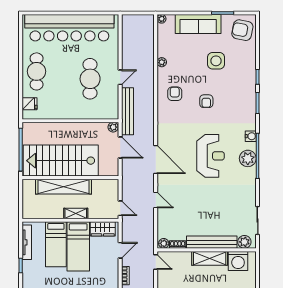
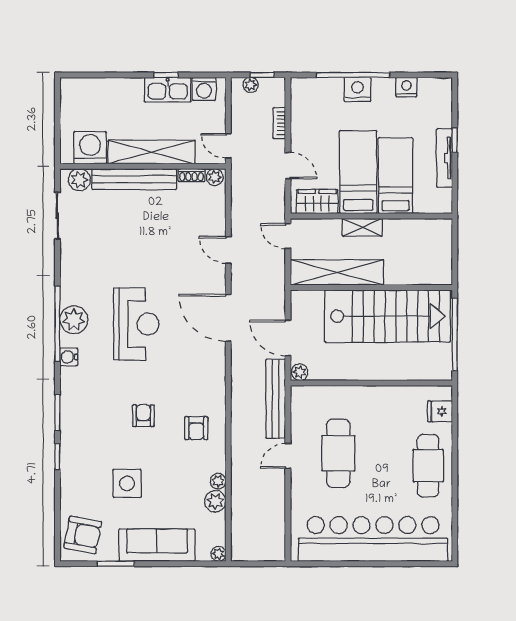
plant: (163, 50) -> (215, 501), added
reception desk: (211, 156) -> (136, 324), turned 180
shelving: (64, 187) -> (337, 272), moved
tv unit: (27, 242) -> (444, 158), moved
door: (120, 250) -> (288, 166), swing flipped
shelving: (210, 258) -> (152, 152), width x1.47

